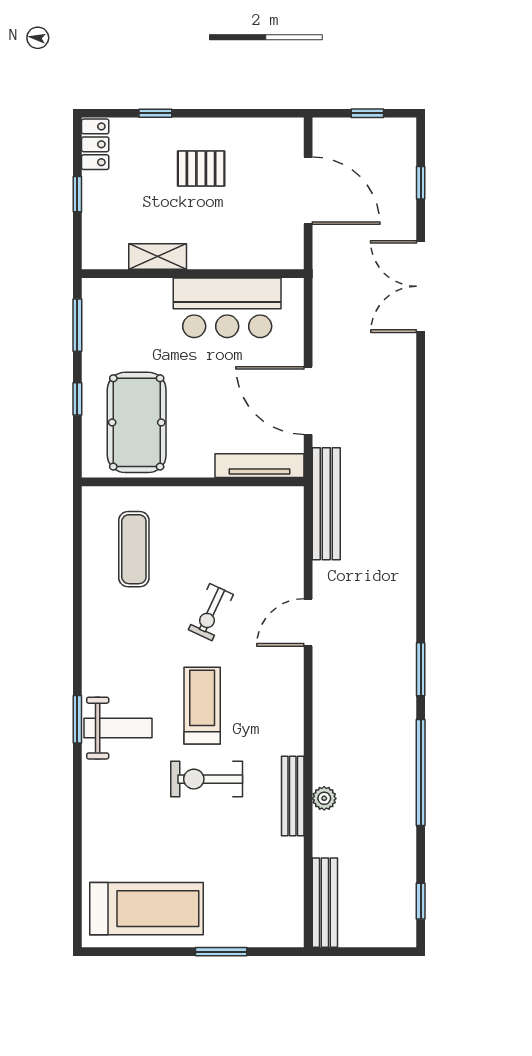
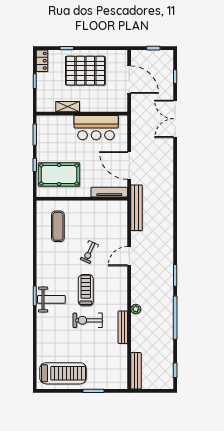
pallet: (201, 169) -> (85, 71), width x2.05, depth x2.00
pool table: (137, 422) -> (59, 174), turned 90
plant: (324, 798) -> (136, 309), moved

